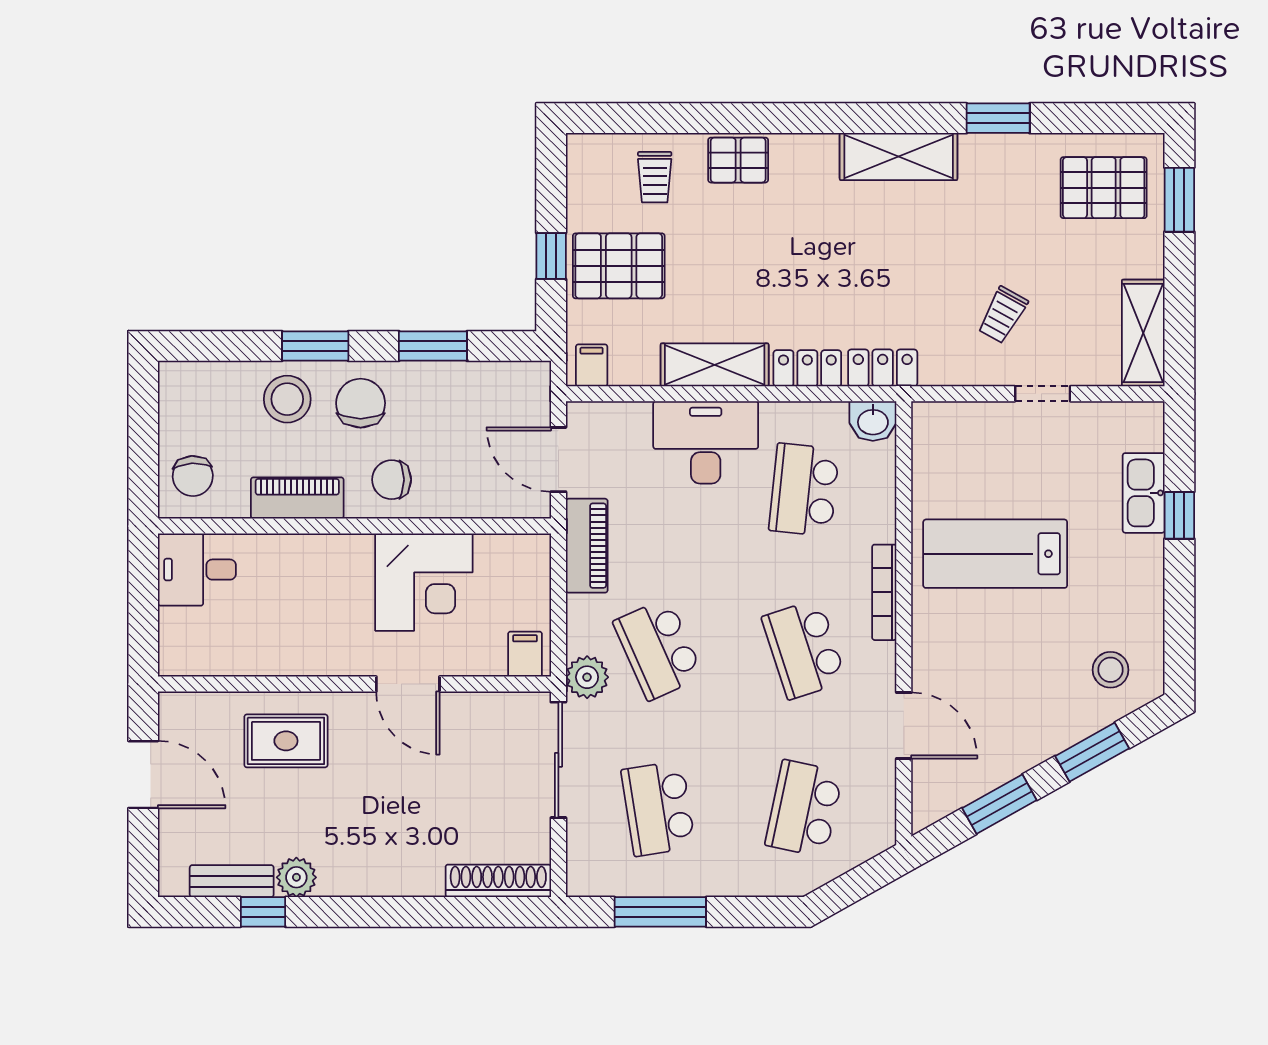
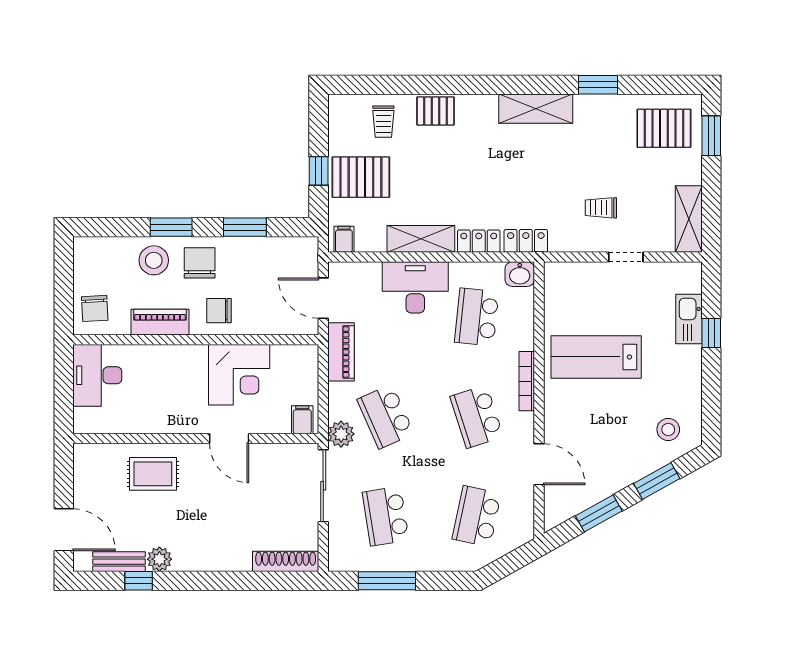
trolley: (1003, 315) -> (601, 208), turned 61
desk: (197, 570) -> (97, 375), width x1.37
door: (143, 775) -> (64, 530), moved

